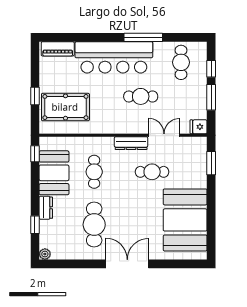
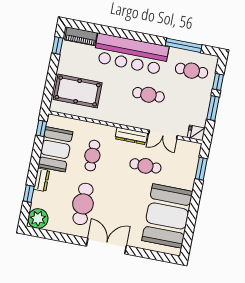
window: (143, 37) -> (184, 45), moved
cafe table: (181, 62) -> (192, 71), turned 90
window: (35, 96) -> (57, 46), moved
double door: (164, 135) -> (163, 134), swing flipped
plant: (45, 254) -> (38, 219), width x1.88, depth x1.88

